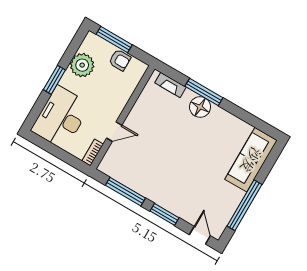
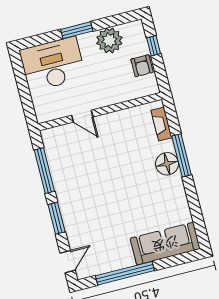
window: (114, 40) -> (154, 46), width x0.46
bookcase: (93, 153) -> (50, 115), removed

